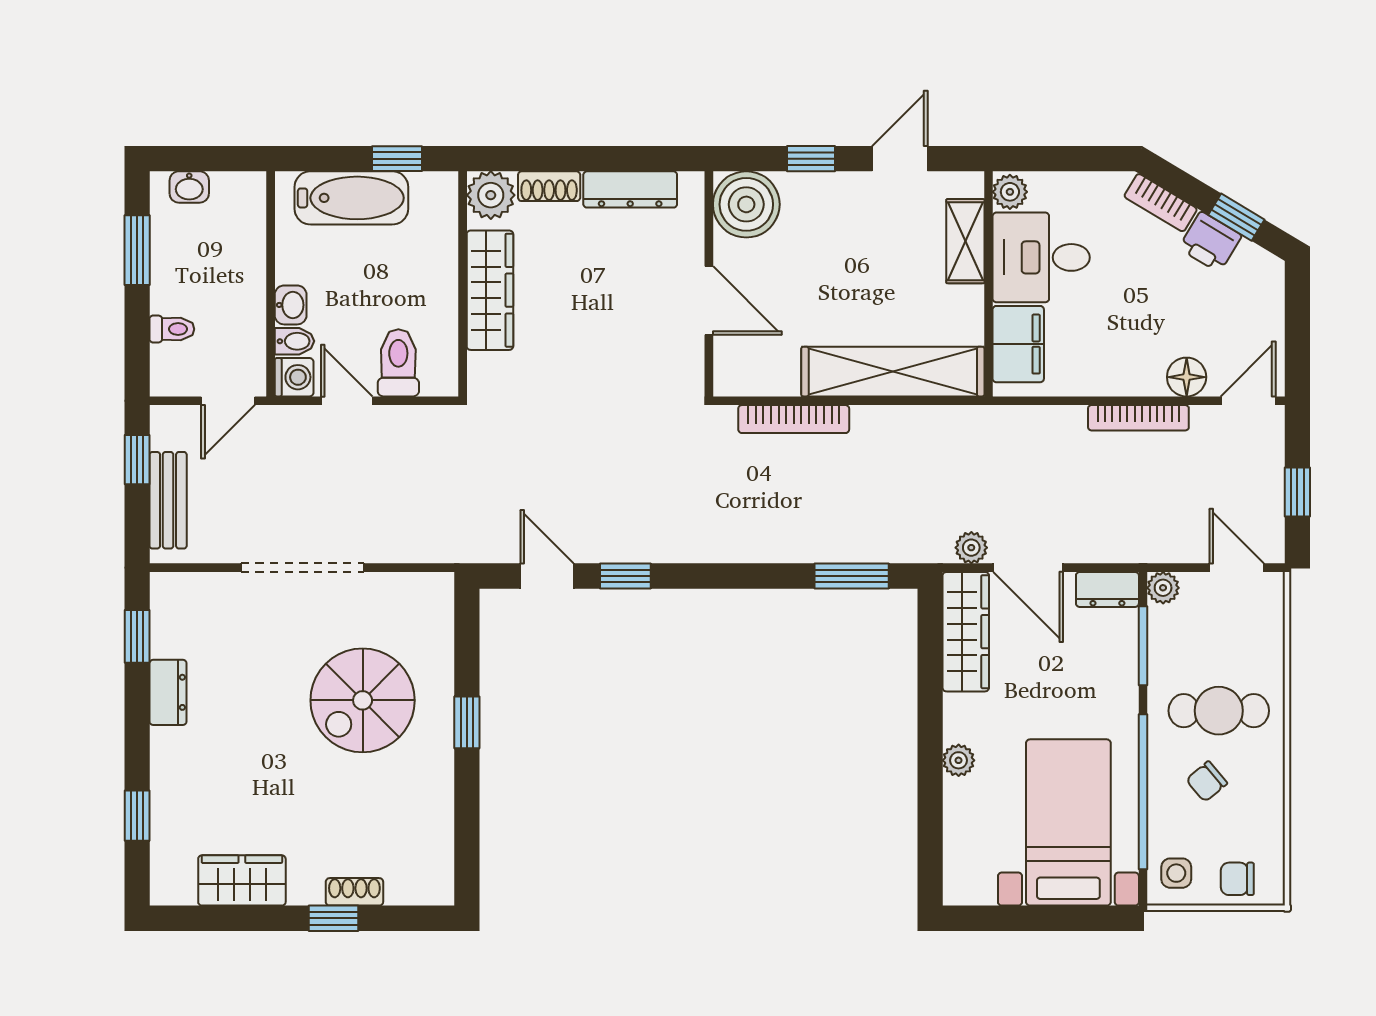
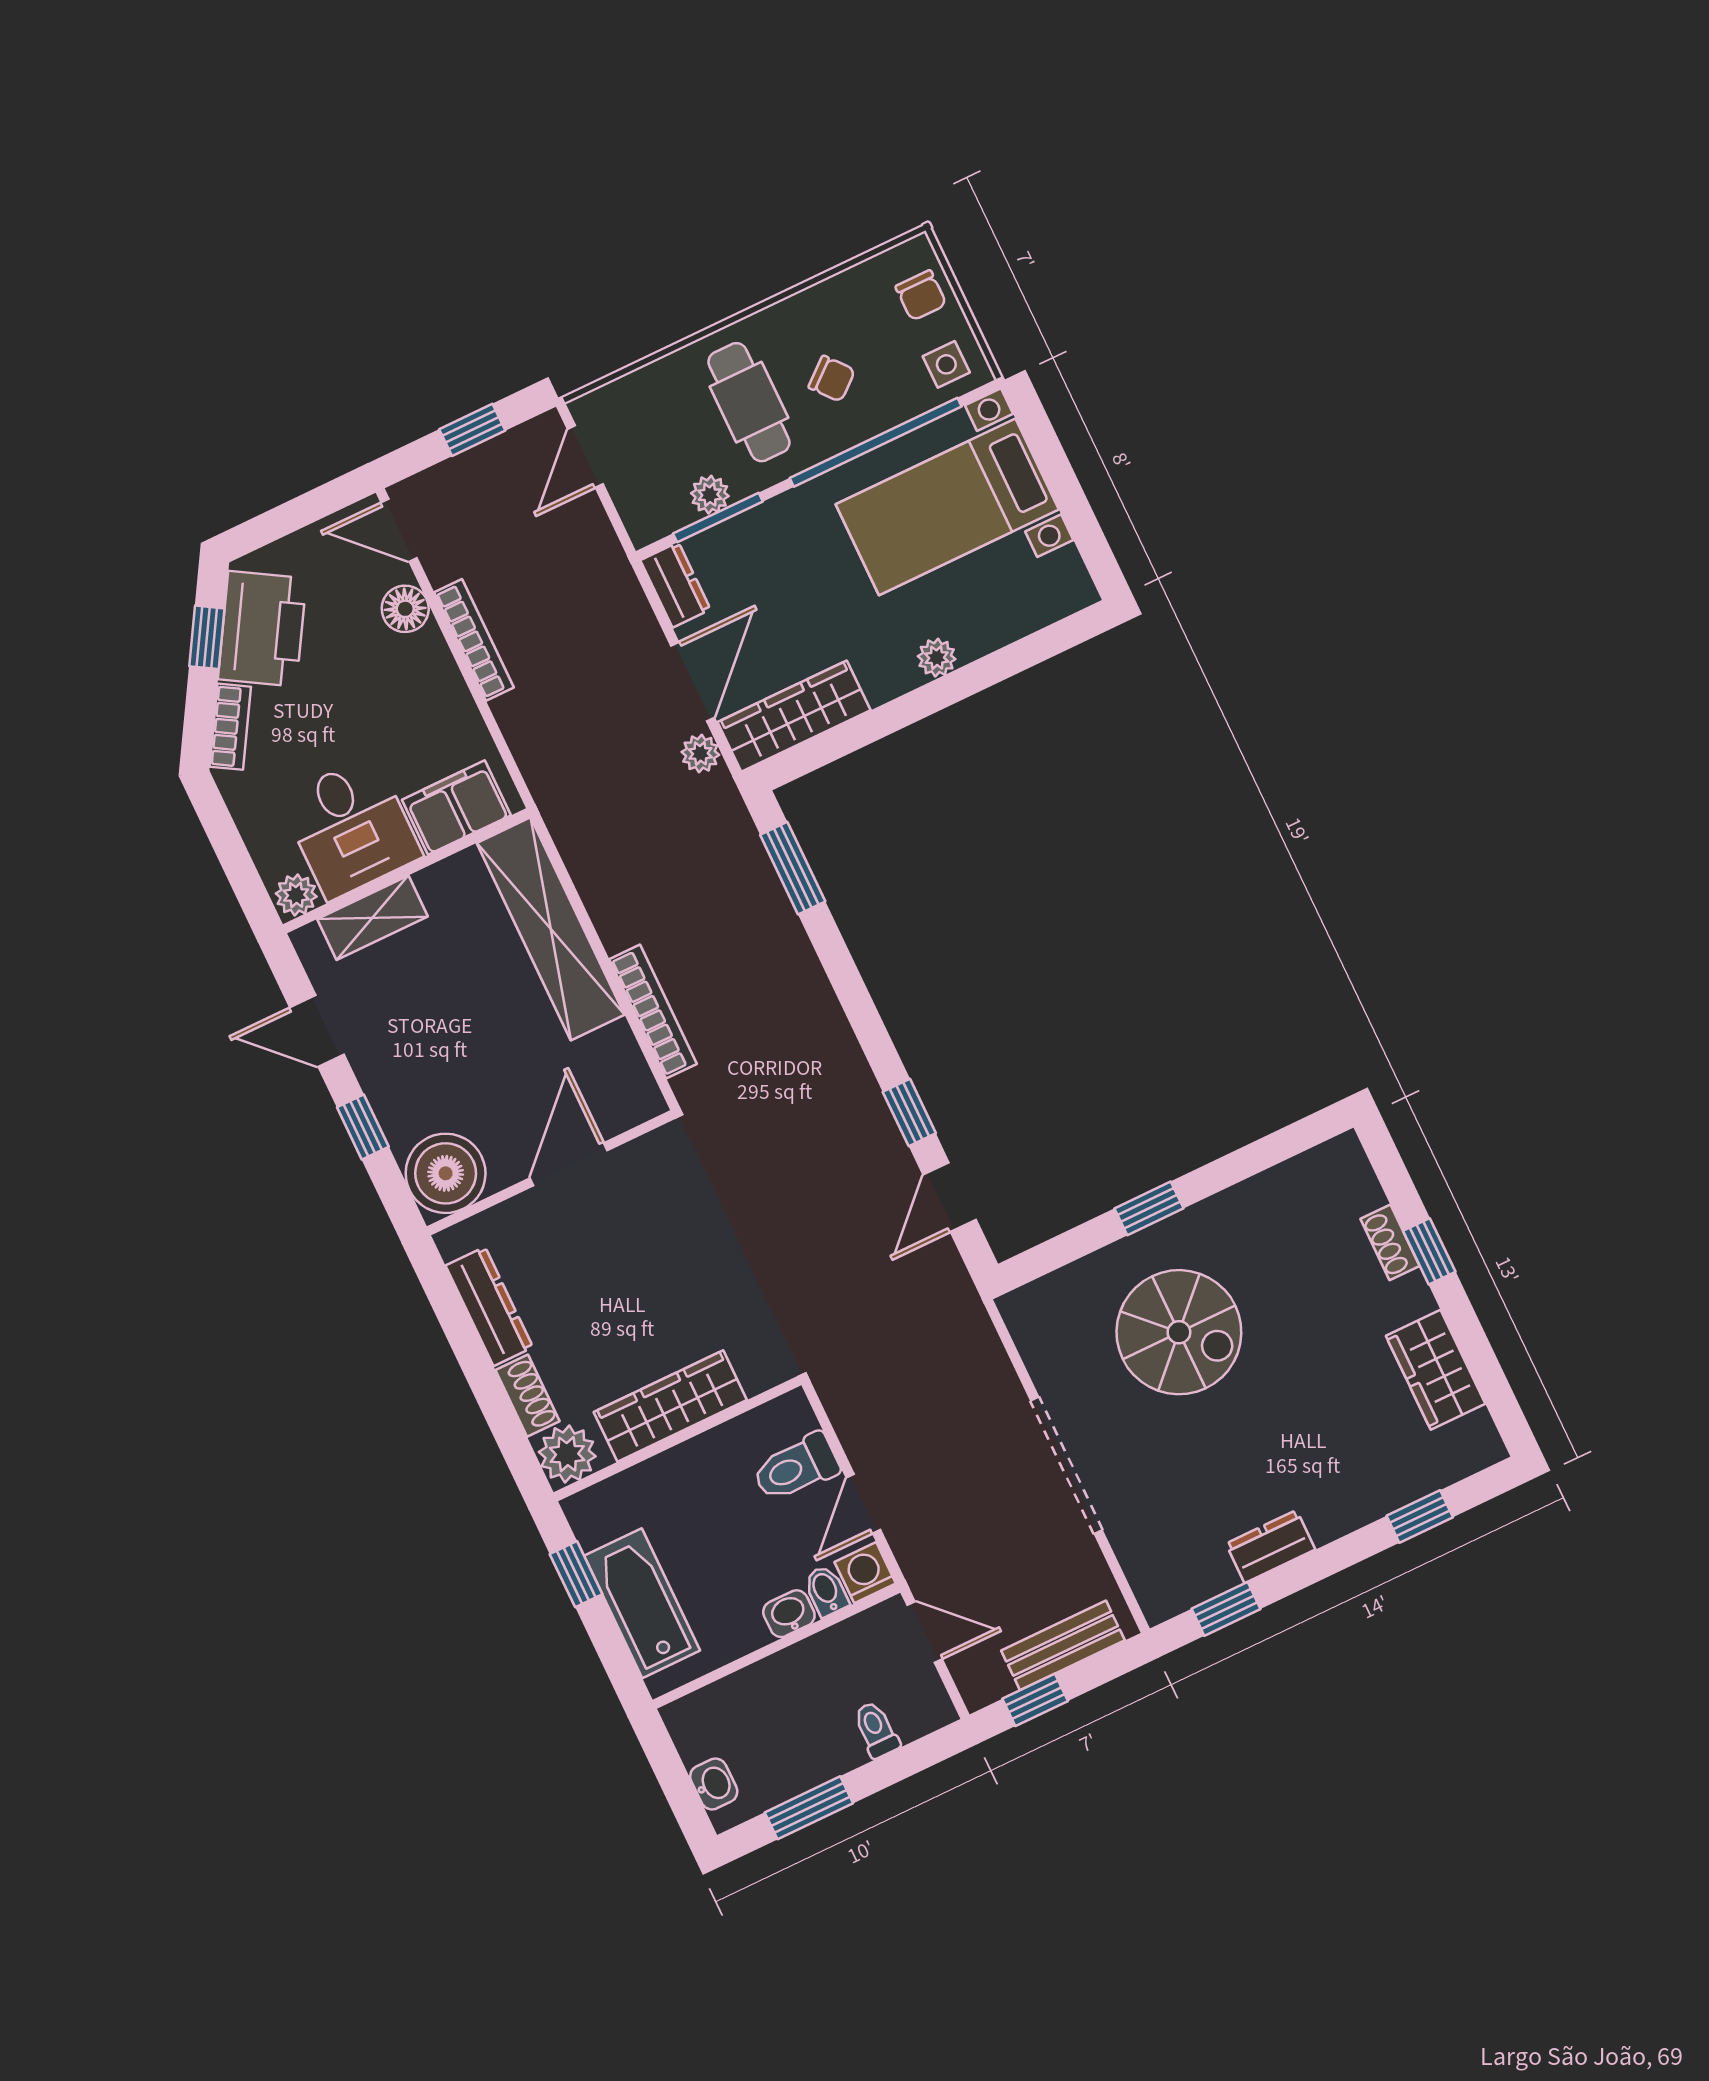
printer: (1210, 242) -> (262, 629), width x1.87, depth x1.48
plant: (1163, 588) -> (710, 495), moved

